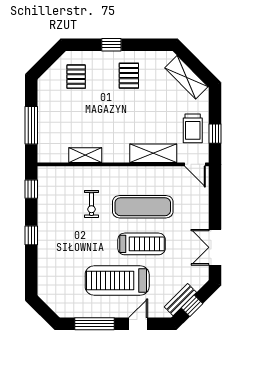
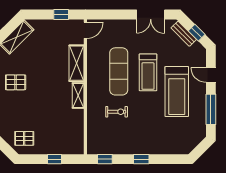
pallet: (76, 77) -> (24, 138), moved
window: (31, 125) -> (55, 159), width x0.46
trolley: (193, 128) -> (57, 32), removed
shelving: (85, 155) -> (78, 95), moved
treadmill: (142, 244) -> (148, 72), turned 180
bench: (180, 300) -> (184, 34), moved

